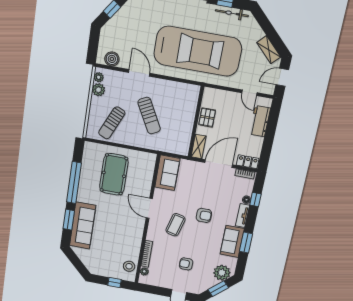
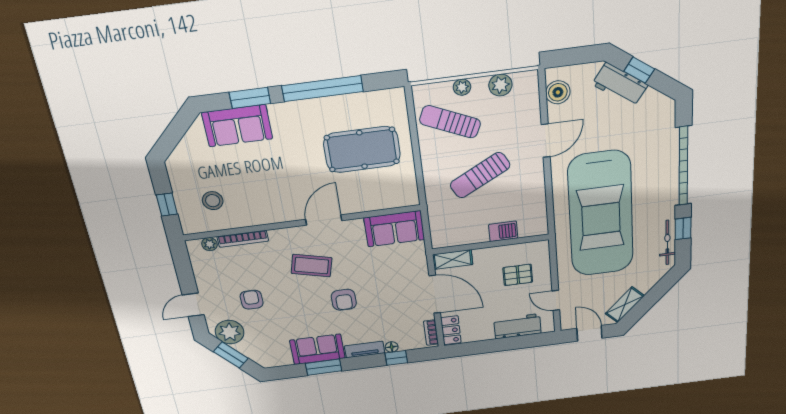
workbench: (118, 22) -> (620, 85), added
plant: (99, 77) -> (462, 87), moved
door: (249, 93) -> (556, 300), hinge flipped
barbecue: (190, 112) -> (503, 231), added
pallet: (207, 117) -> (518, 275), moved
sofa: (83, 226) -> (237, 126), width x0.73
stool: (129, 266) -> (213, 201), moved
plant: (222, 273) -> (230, 332), moved

